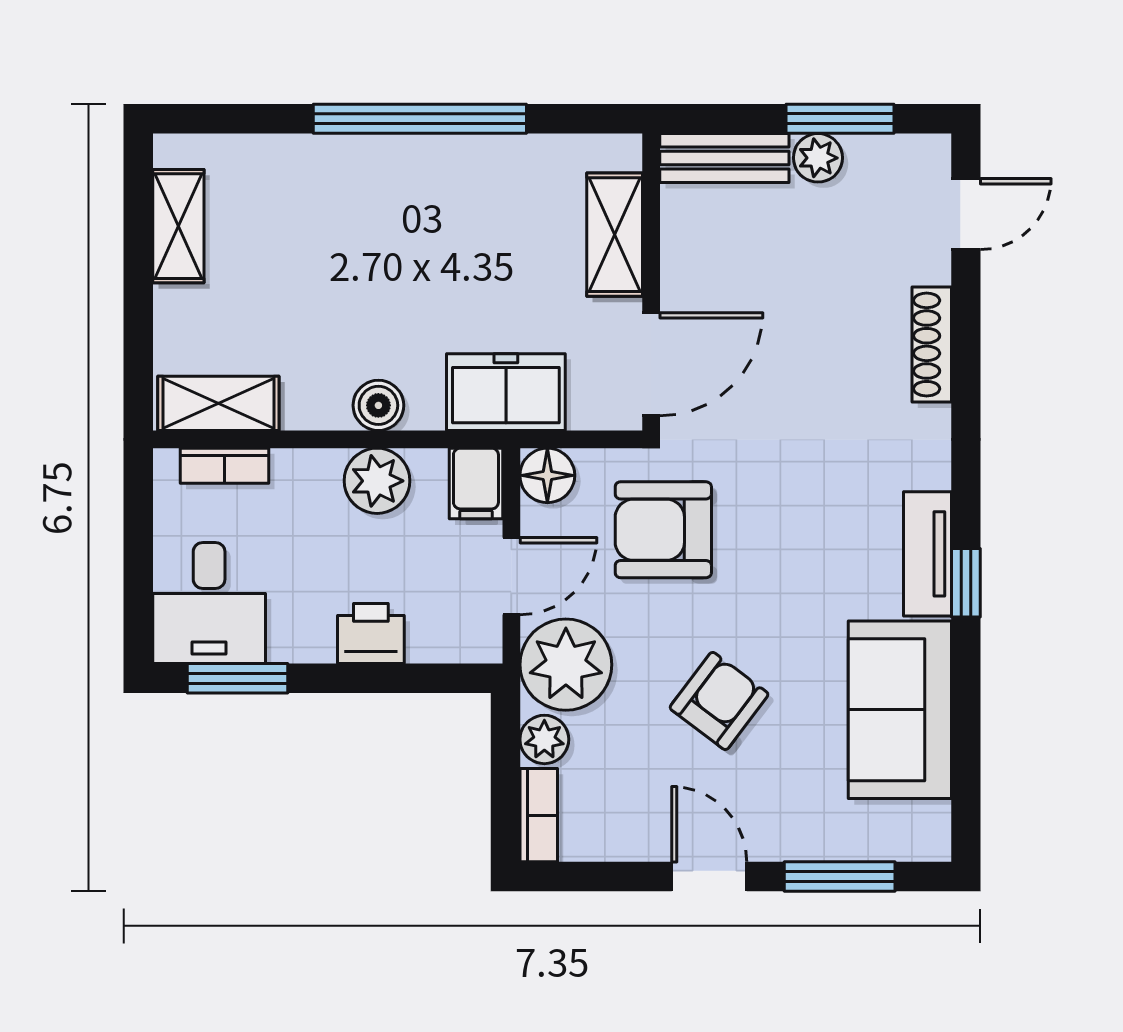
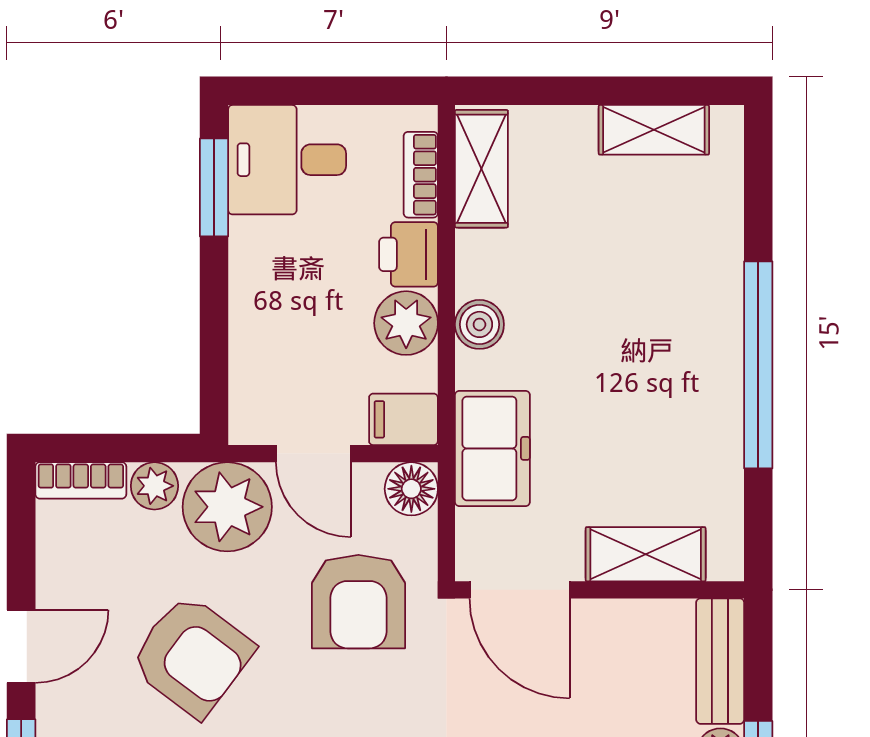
armchair: (663, 530) -> (358, 602), turned 180
printer: (371, 634) -> (409, 254), moved, turned 180
armchair: (719, 701) -> (192, 656), width x1.38, depth x1.38

